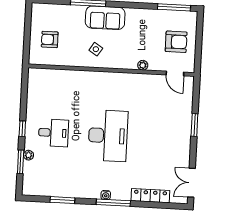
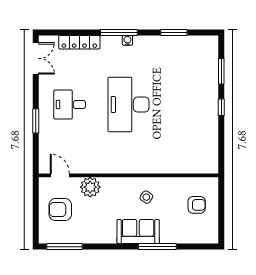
plant: (143, 65) -> (90, 187), width x1.87, depth x1.87
desk: (53, 133) -> (70, 105), moved
plant: (28, 155) -> (213, 79), removed

